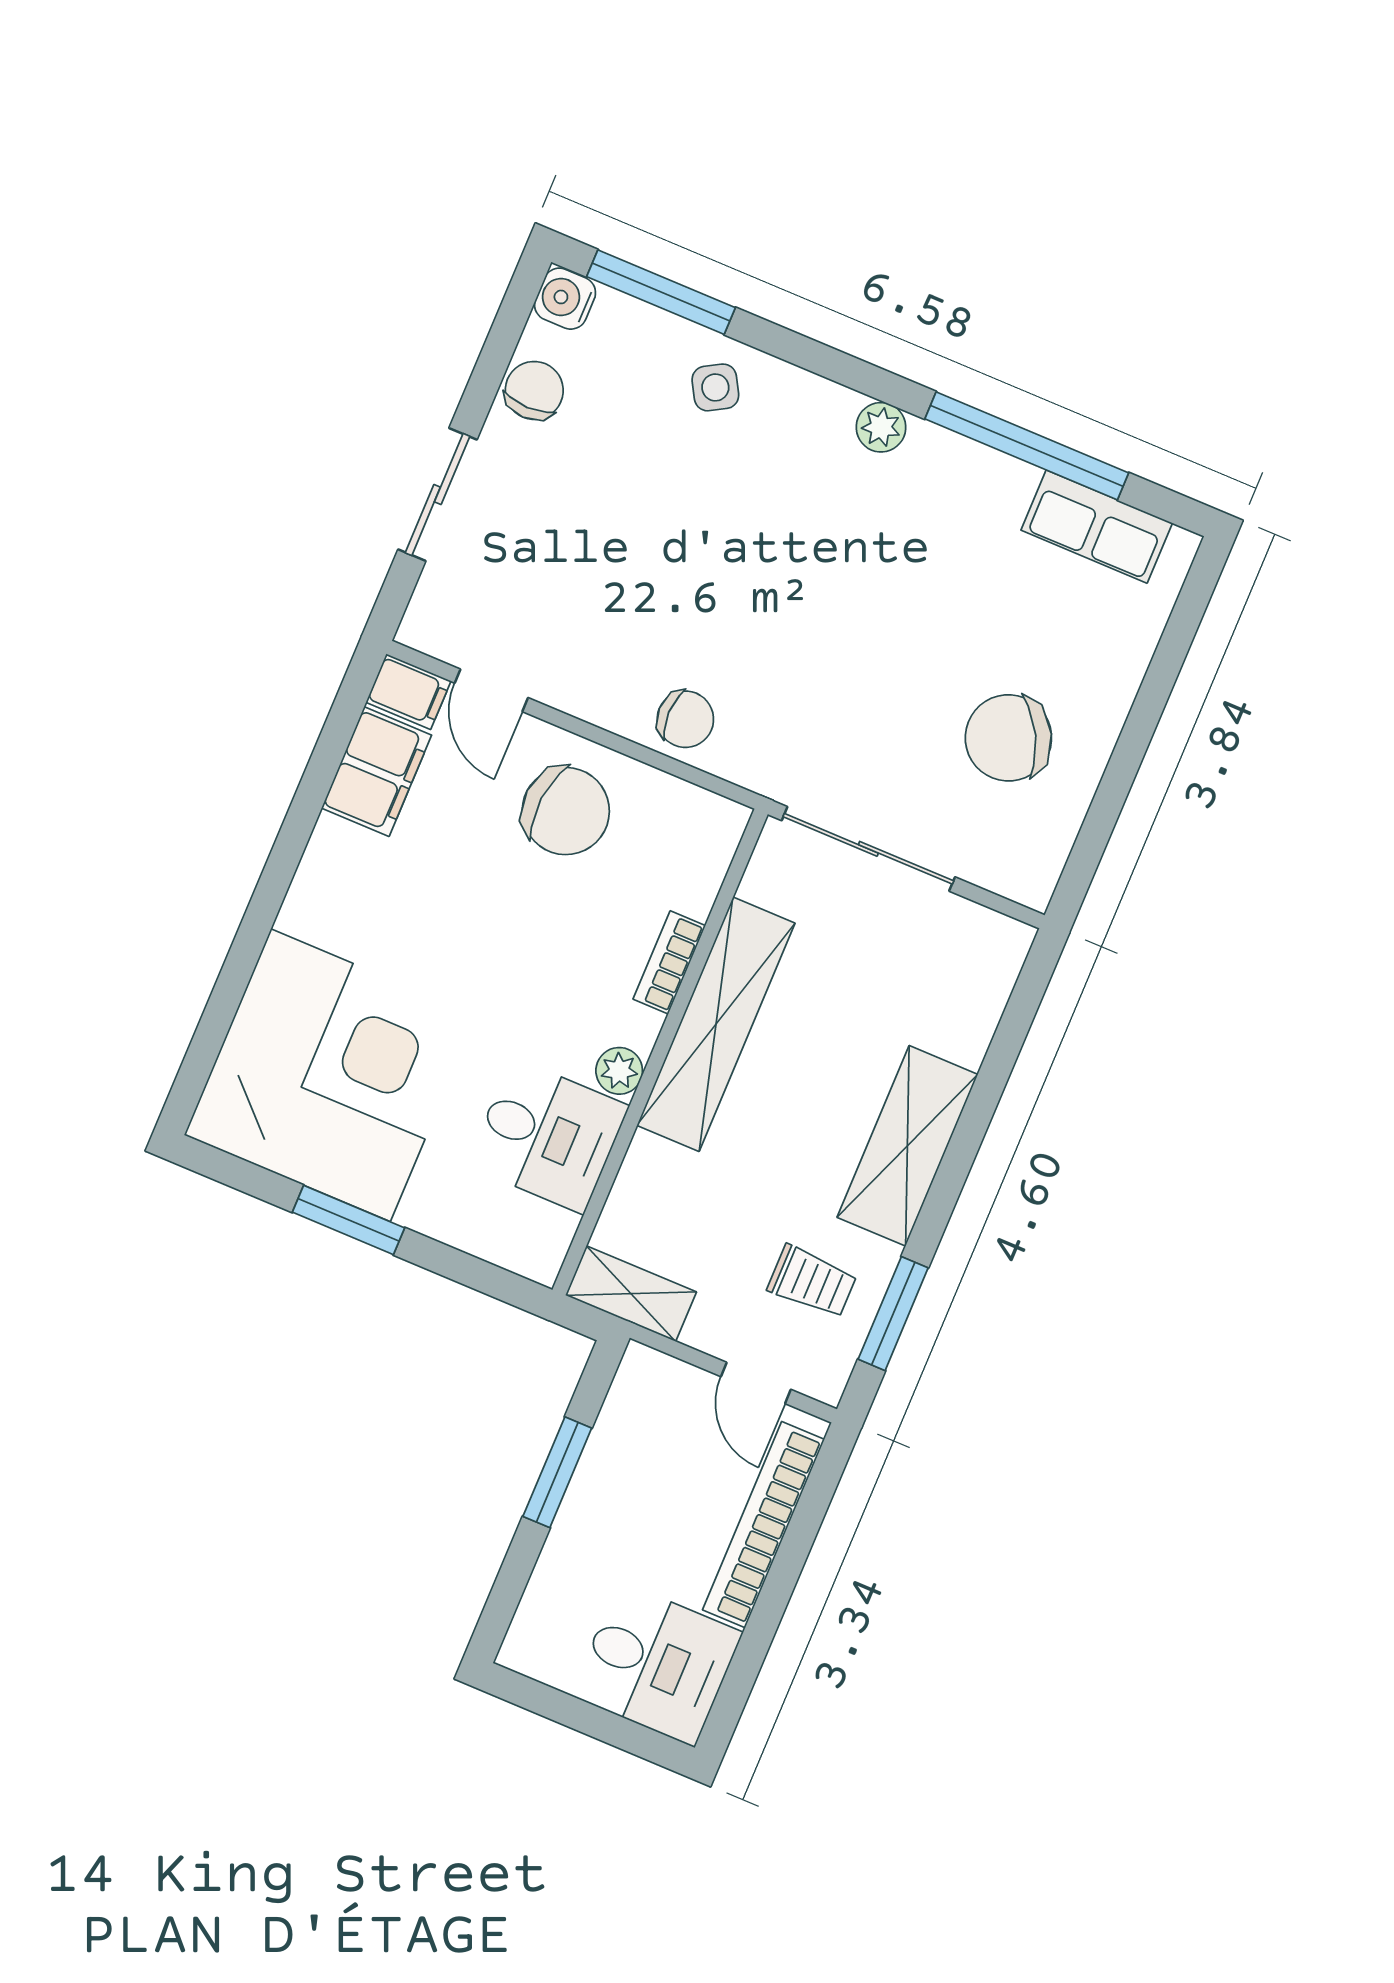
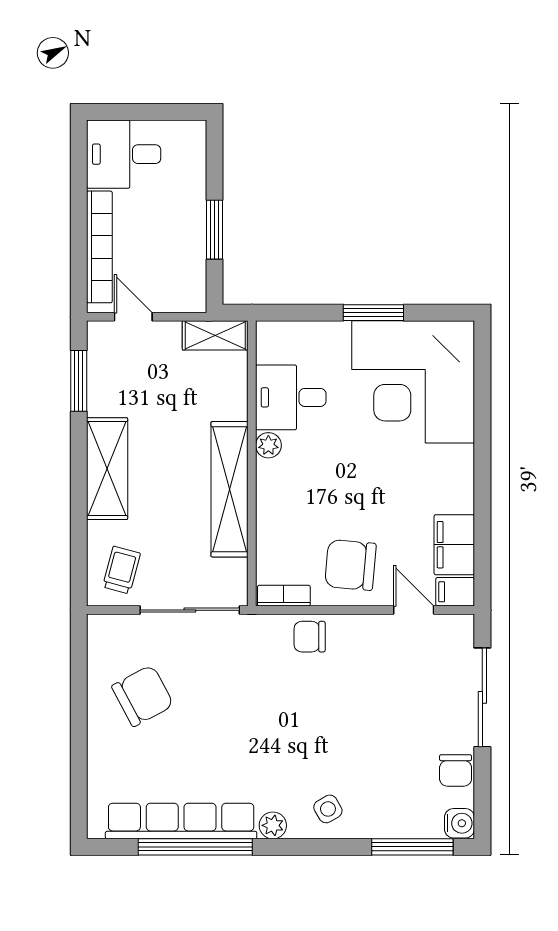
side table: (715, 387) -> (328, 809), moved
sliding door: (437, 495) -> (482, 697), width x1.37
row of seats: (1097, 527) -> (181, 821), width x2.02
bookcase: (669, 962) -> (284, 596), moved, turned -90
trolley: (812, 1282) -> (121, 570), moved, turned 105

